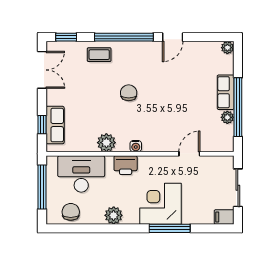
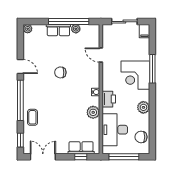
chair: (129, 93) -> (60, 72), moved

